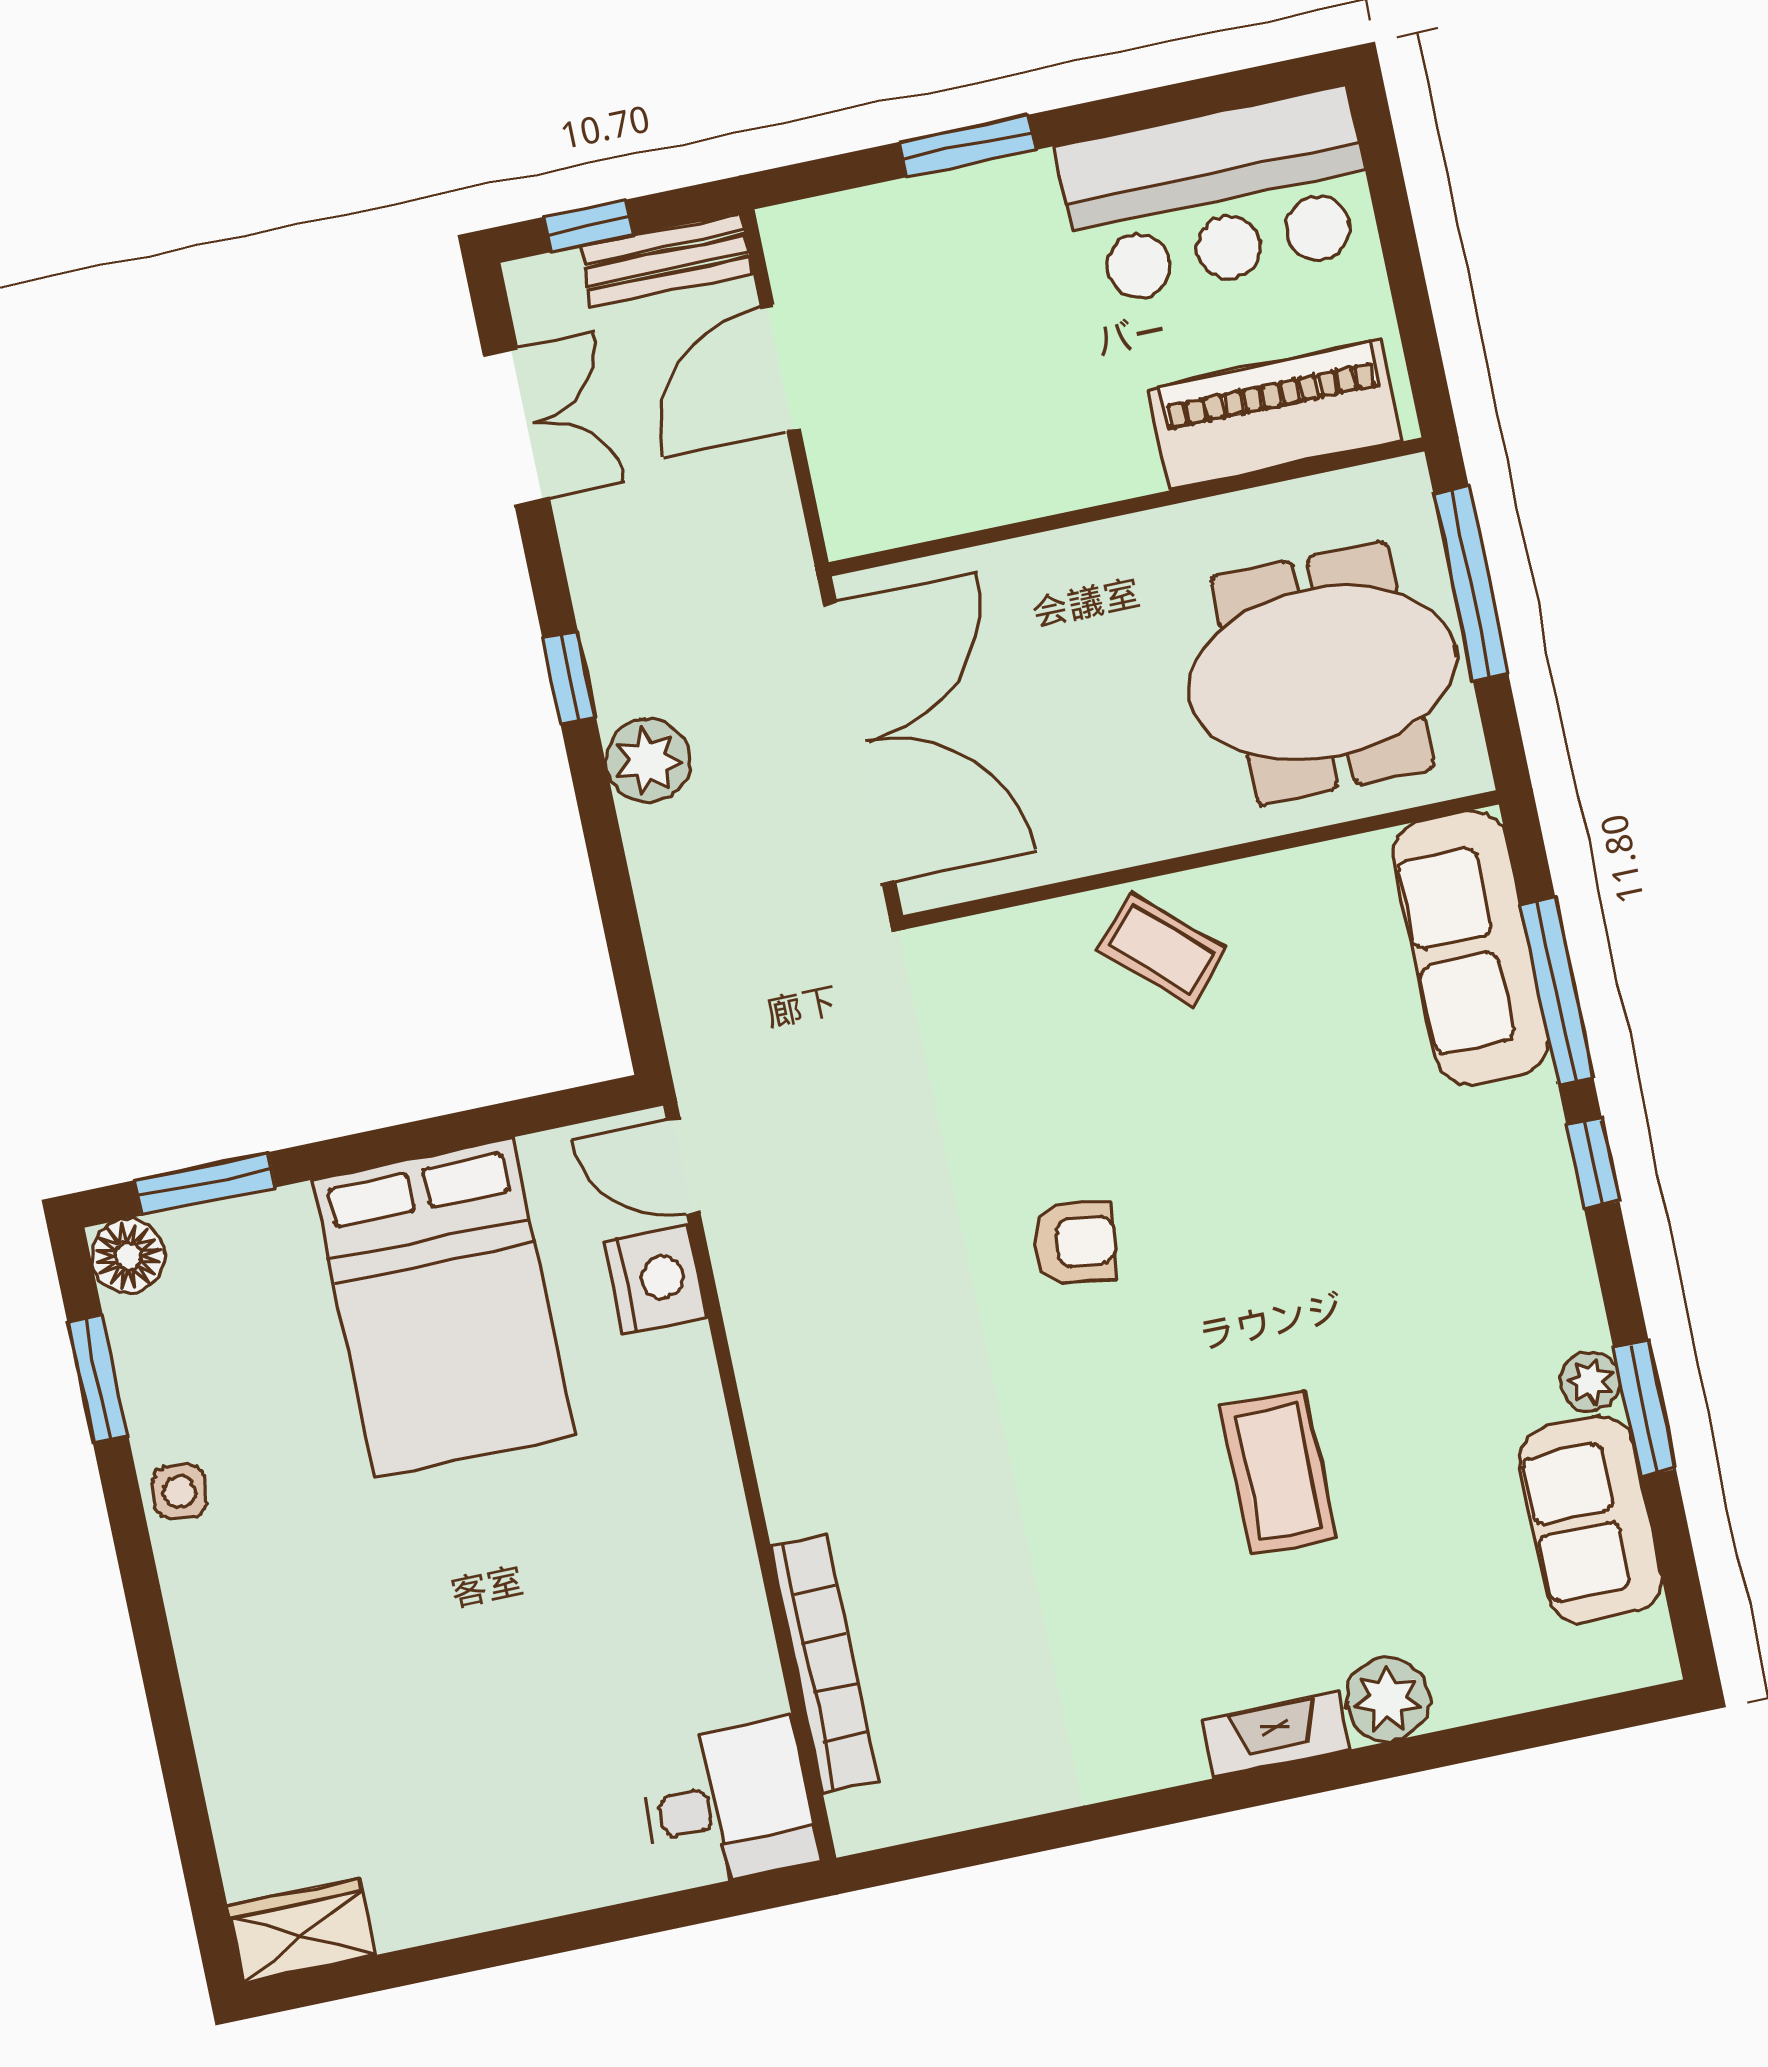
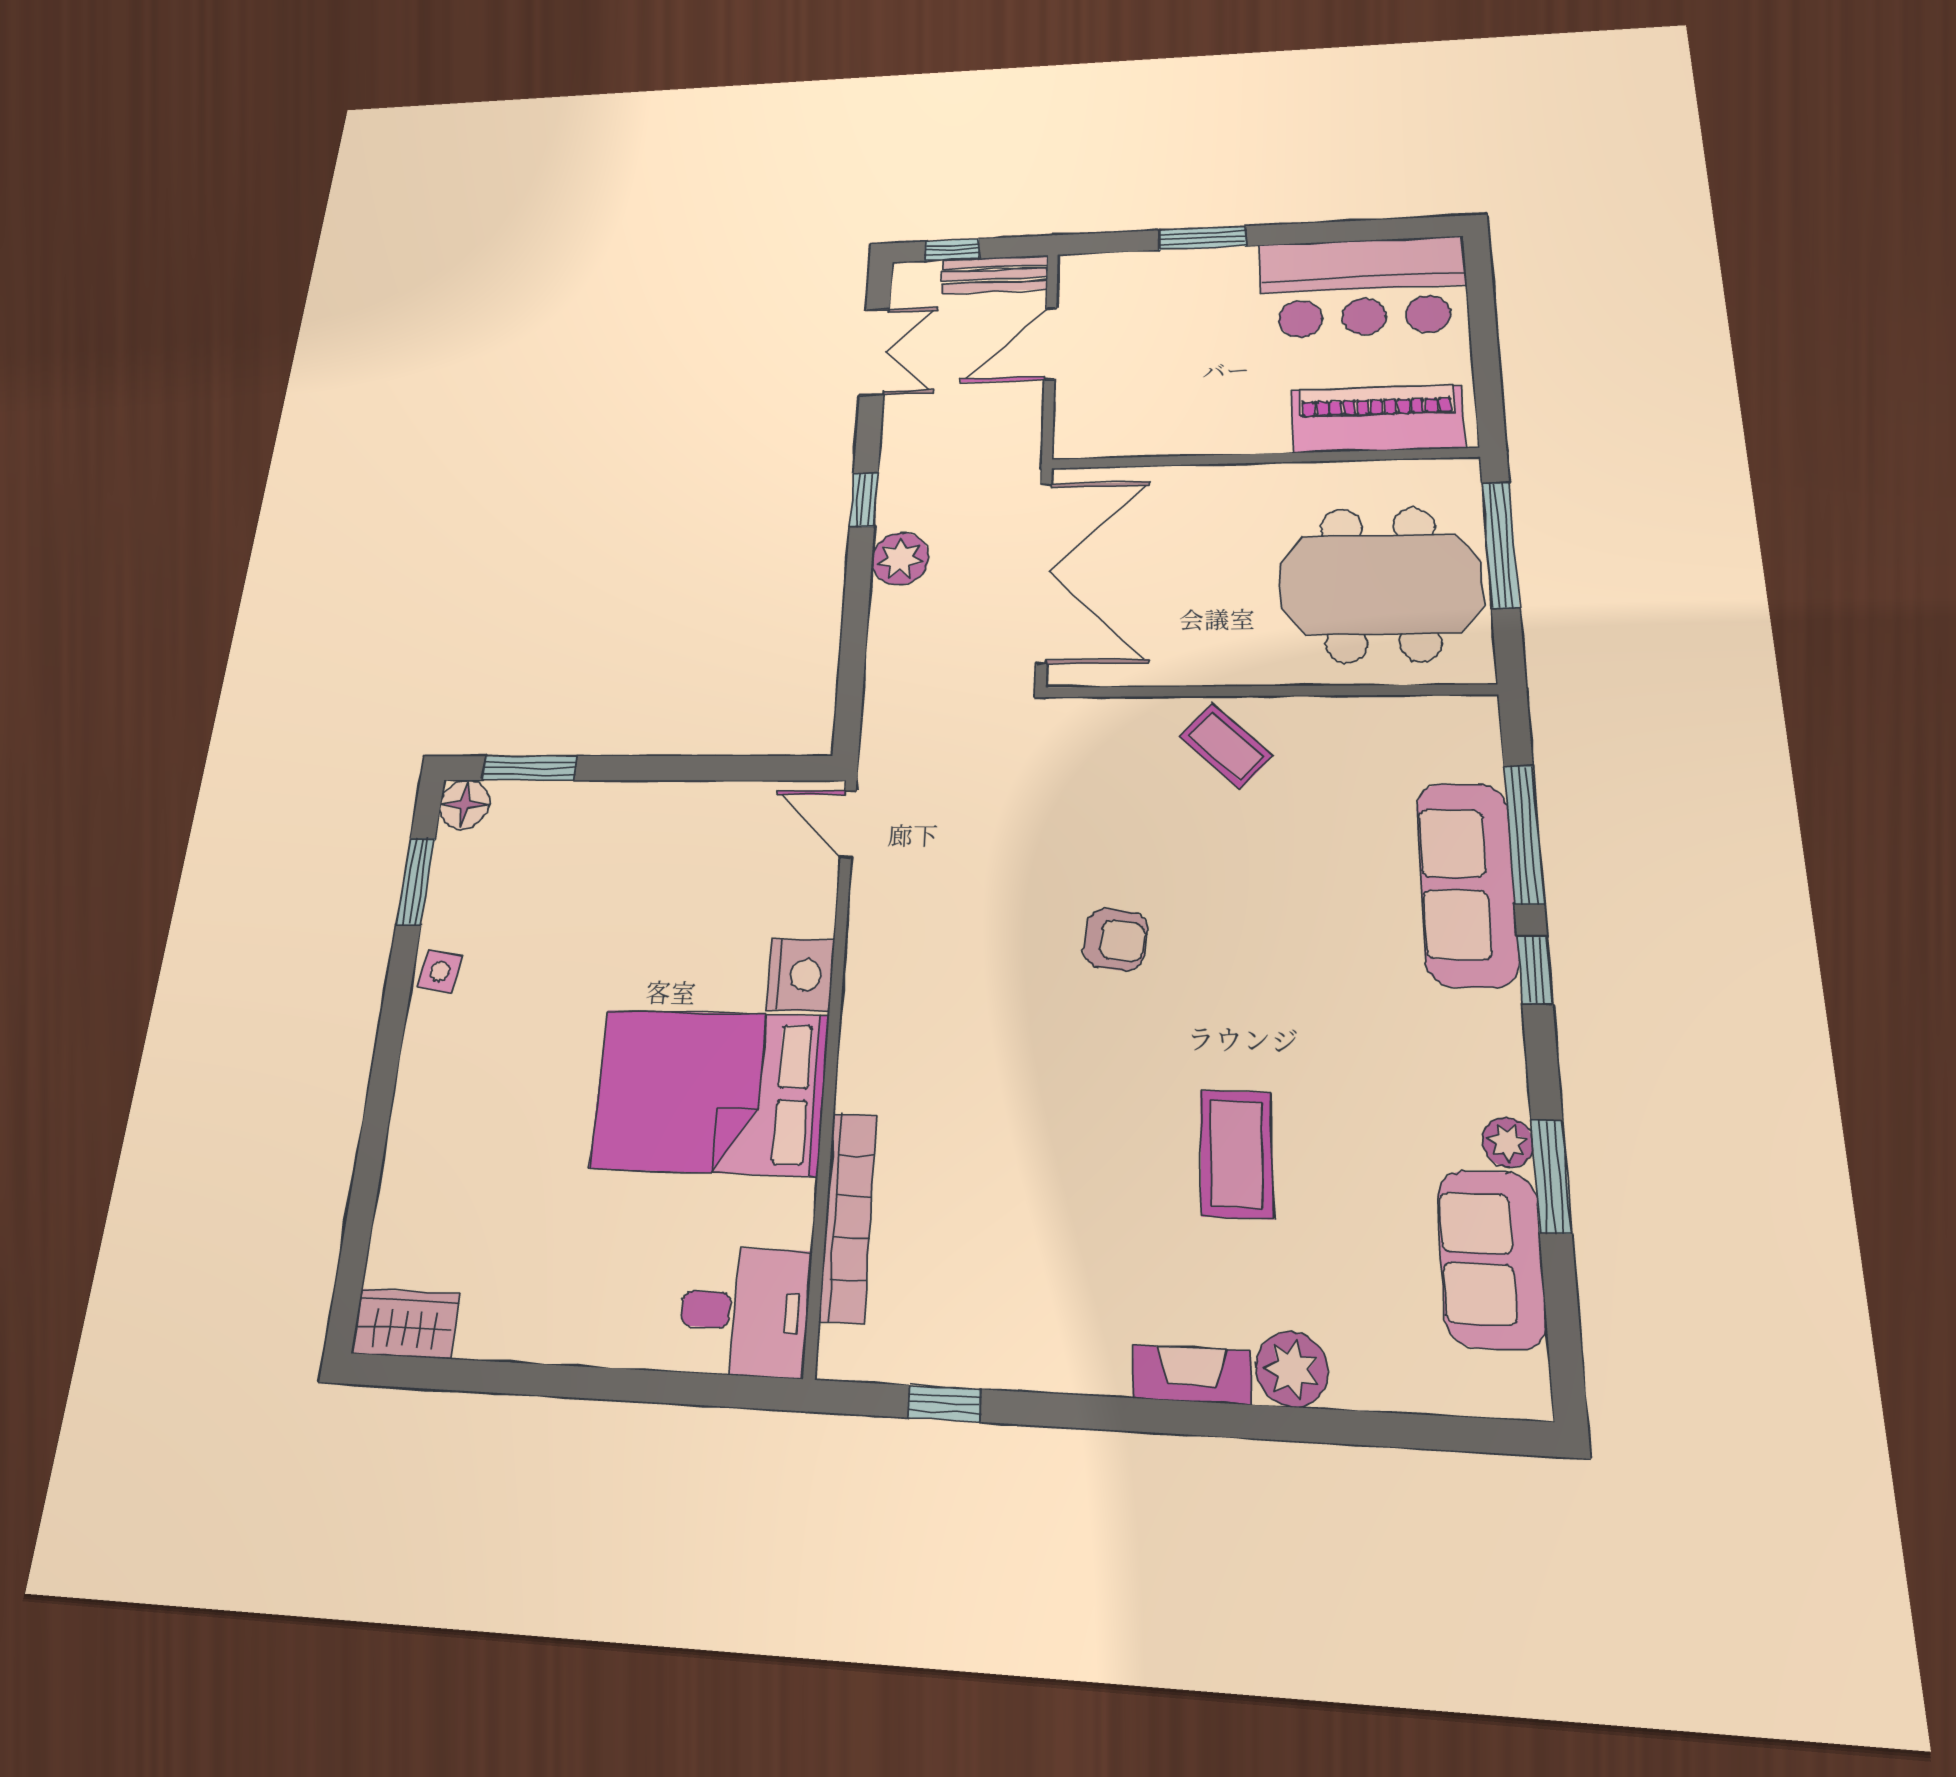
sofa: (1471, 948) -> (1467, 884), moved
nightstand: (656, 1279) -> (800, 975), moved
bed: (443, 1308) -> (710, 1092), moved, turned 90
window: (998, 1842) -> (944, 1404), added

